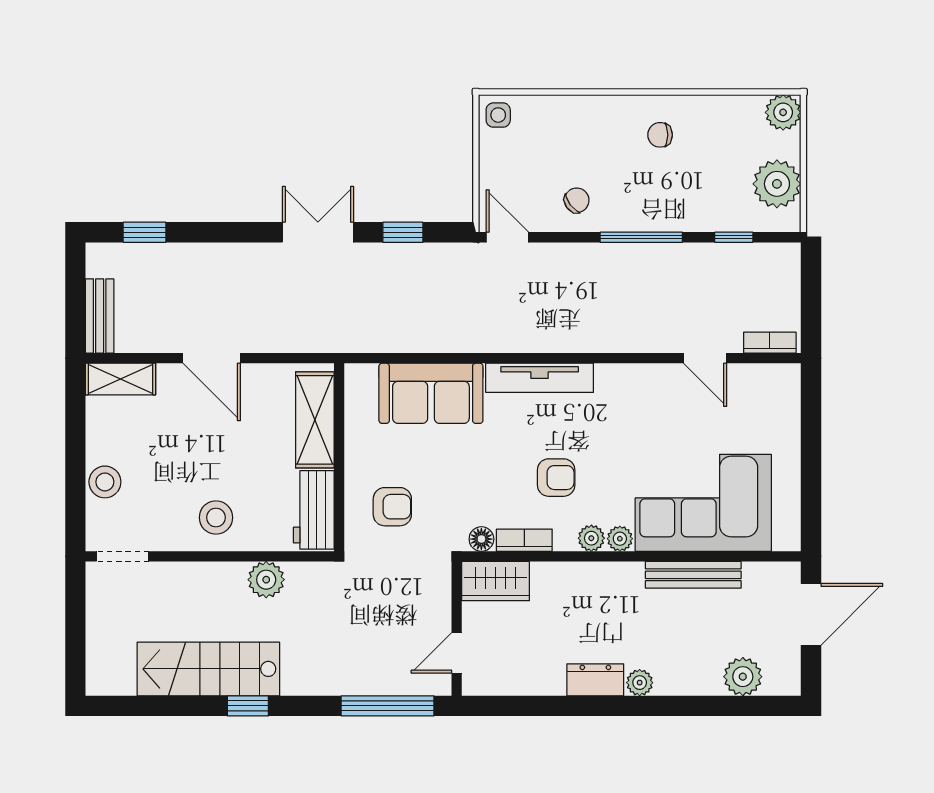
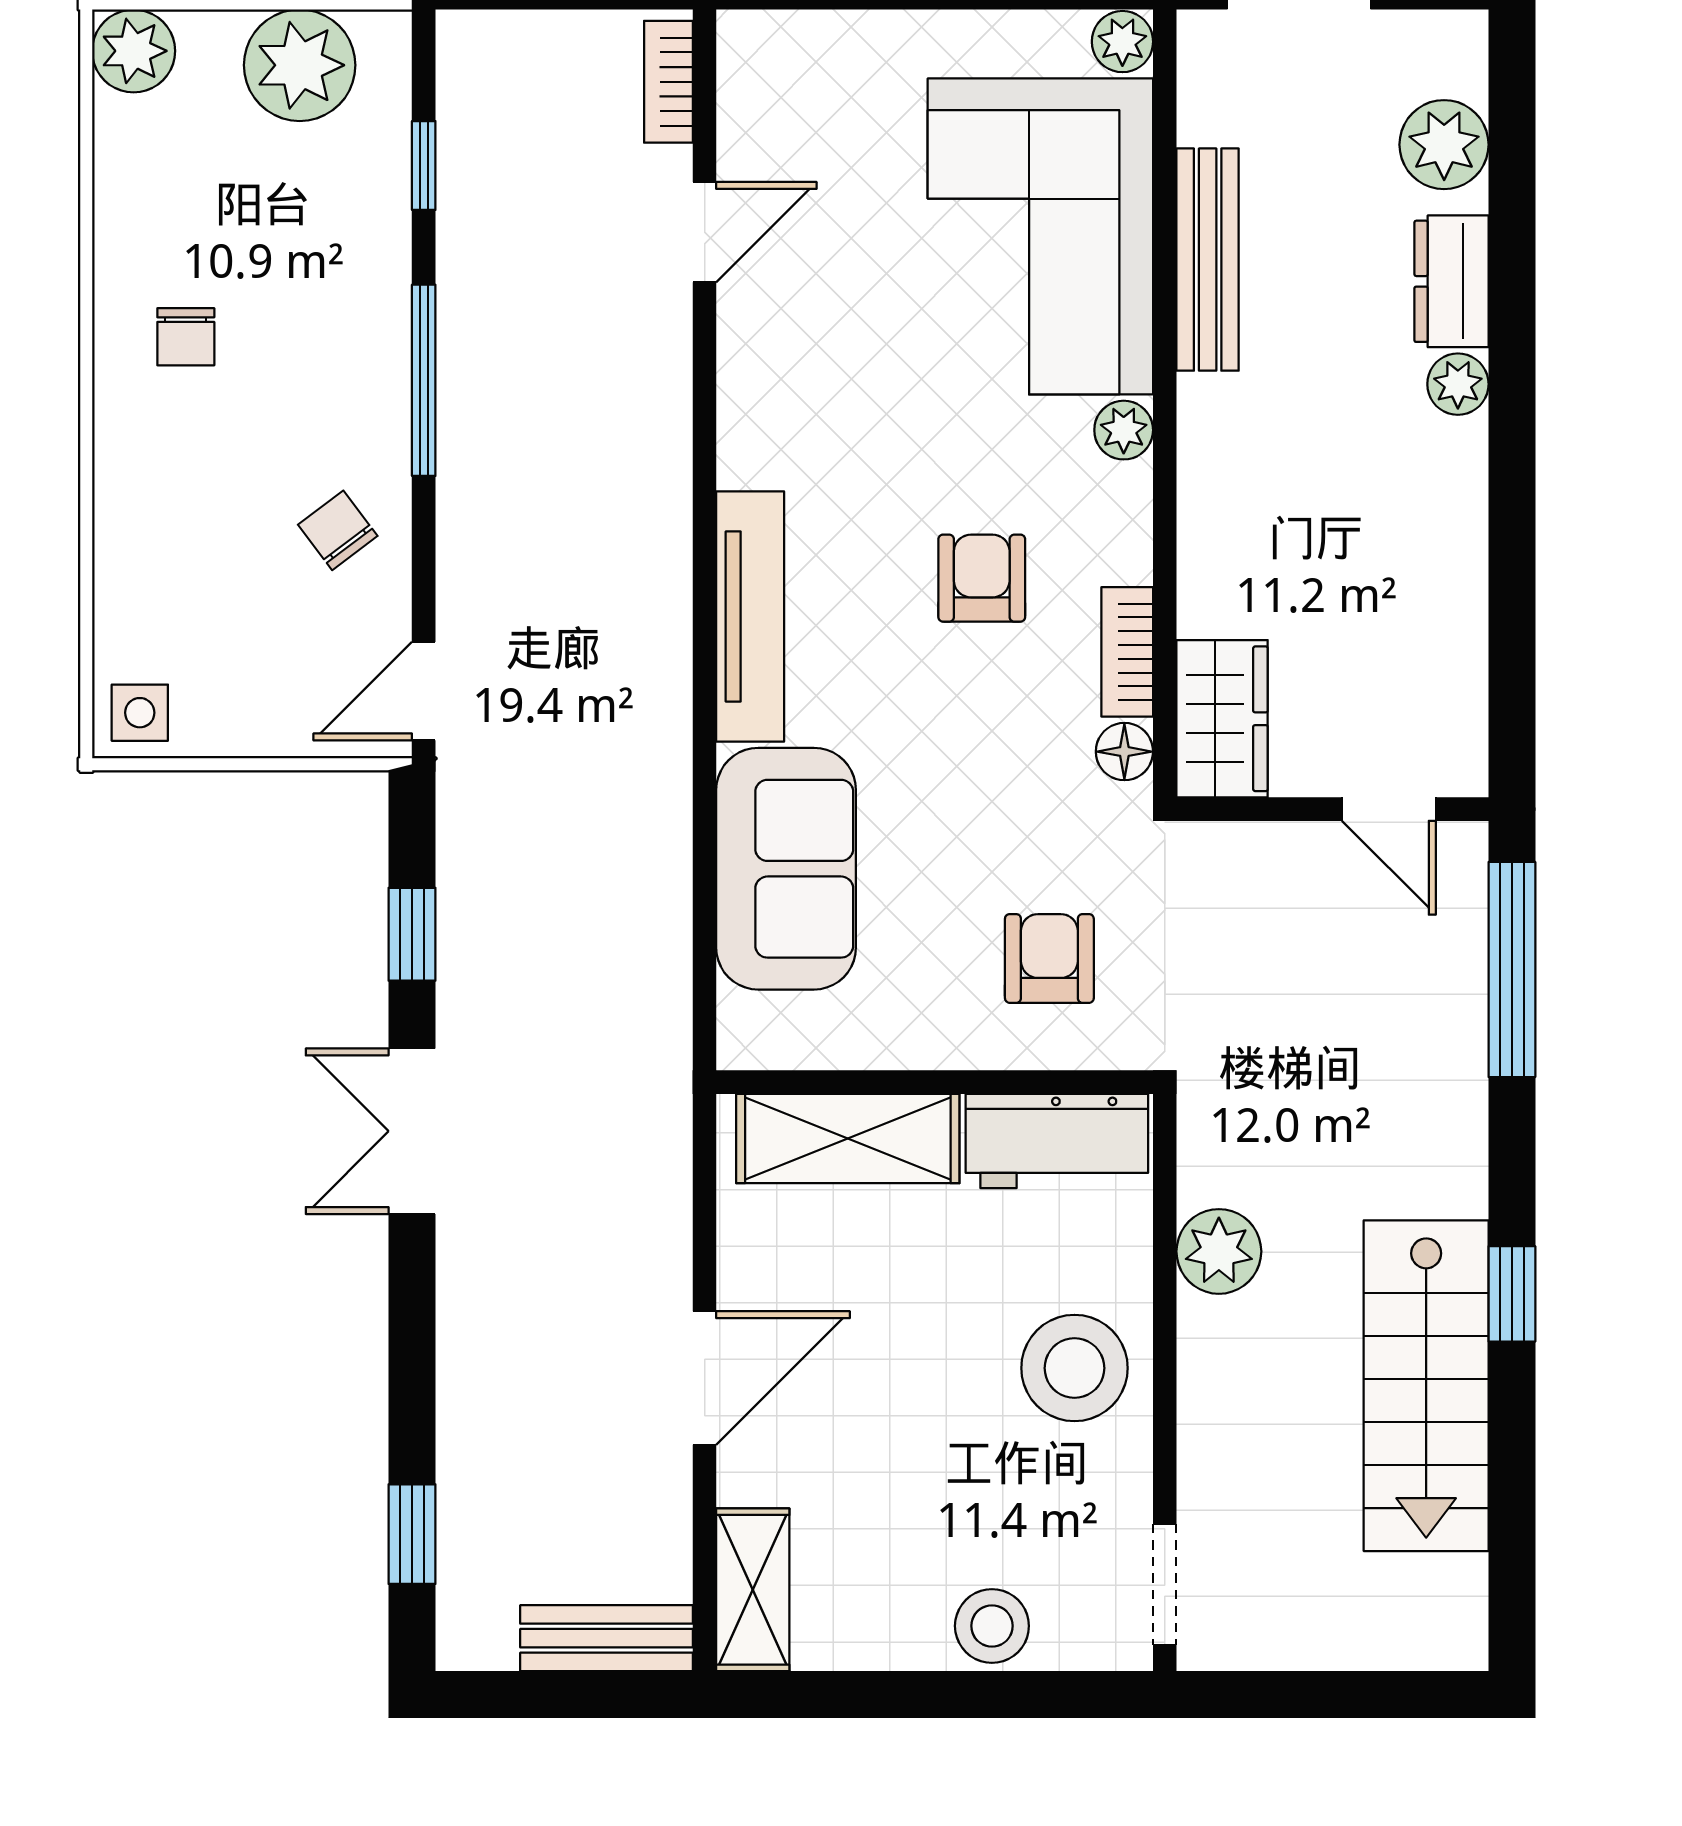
stool: (216, 517) -> (1074, 1368), width x1.38, depth x1.38
plant: (591, 538) -> (1122, 42), moved
dresser: (595, 680) -> (1451, 281), moved

